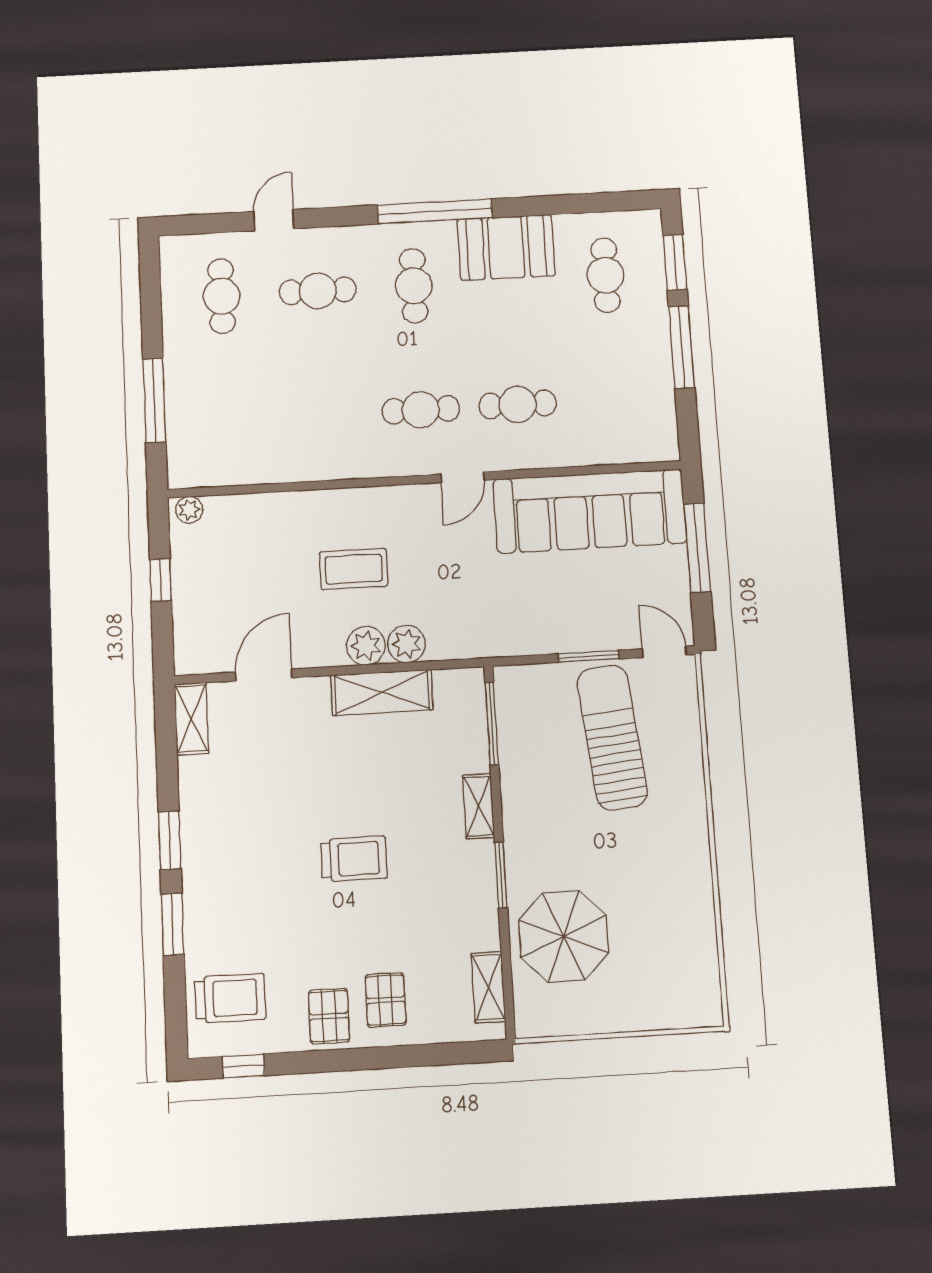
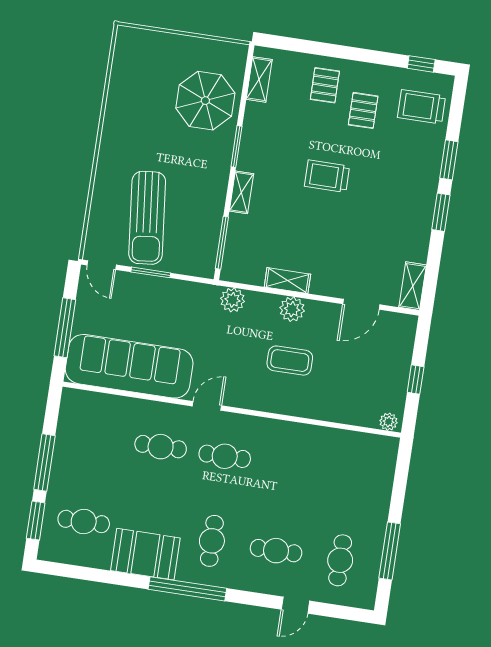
cafe table: (605, 275) -> (84, 521), turned 90
window: (154, 400) -> (390, 551), moved
plant: (407, 644) -> (233, 300), moved
shelving: (382, 692) -> (287, 281), width x0.67, depth x0.75
pallet: (329, 1016) -> (363, 110), moved

